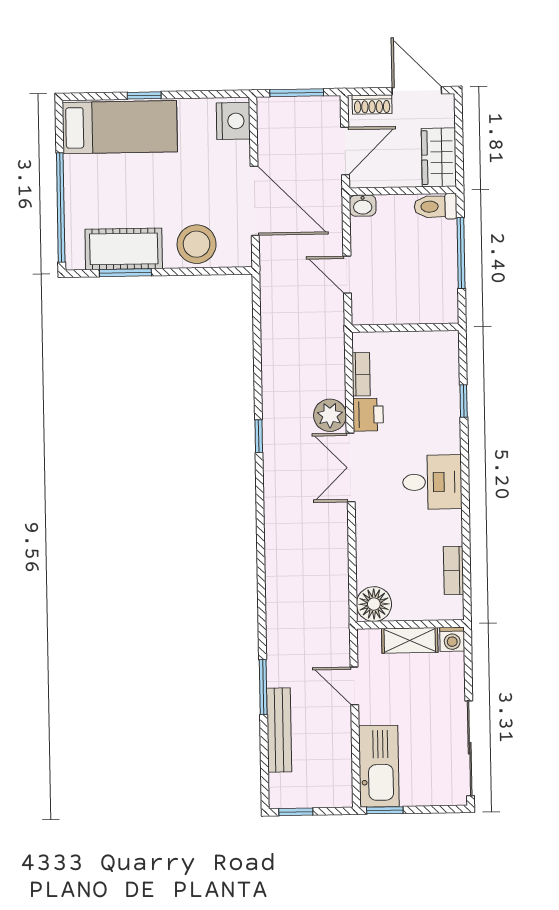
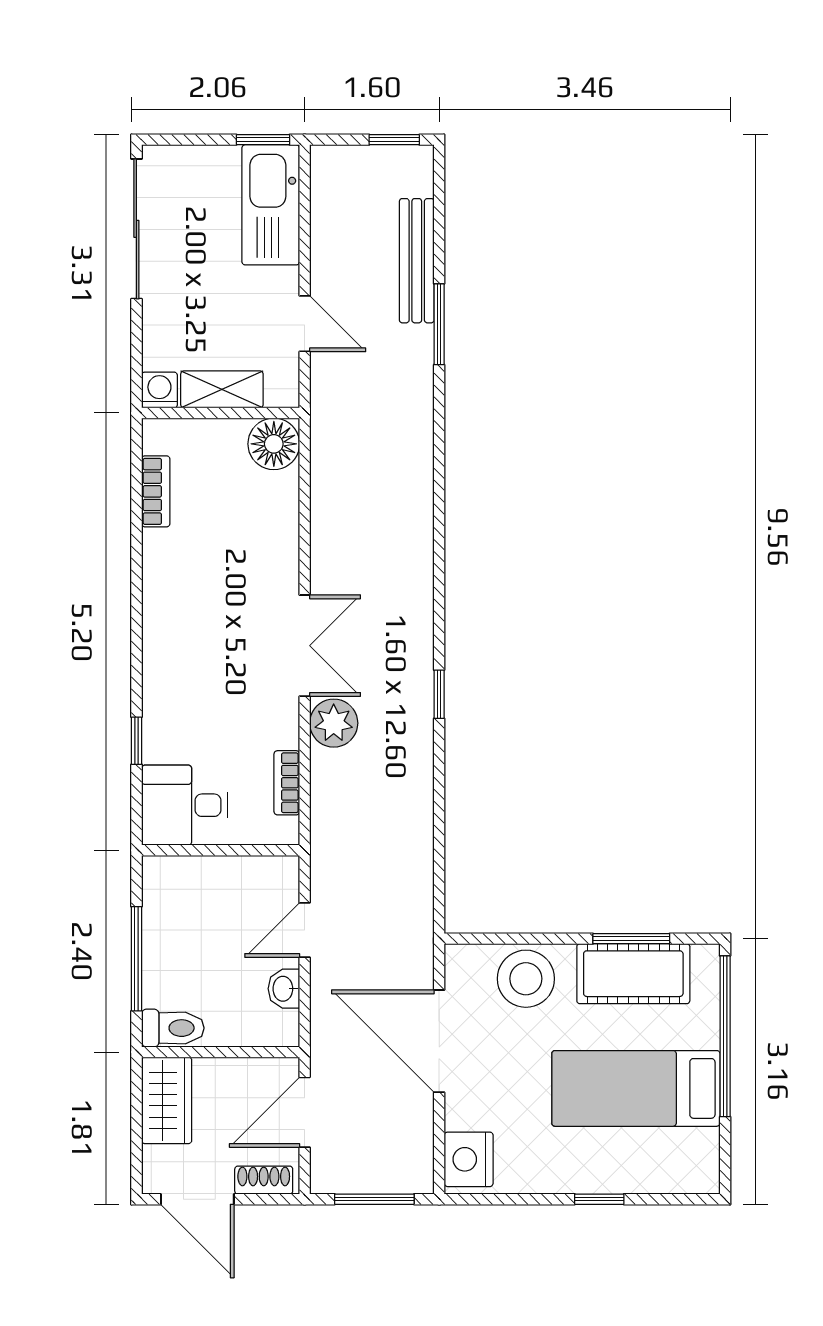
bed: (120, 127) -> (636, 1088), moved
washbasin: (363, 206) -> (284, 989), moved, turned -90
door: (347, 275) -> (305, 930), swing flipped
printer: (368, 415) -> (278, 723), removed
desk: (432, 482) -> (185, 805), moved

